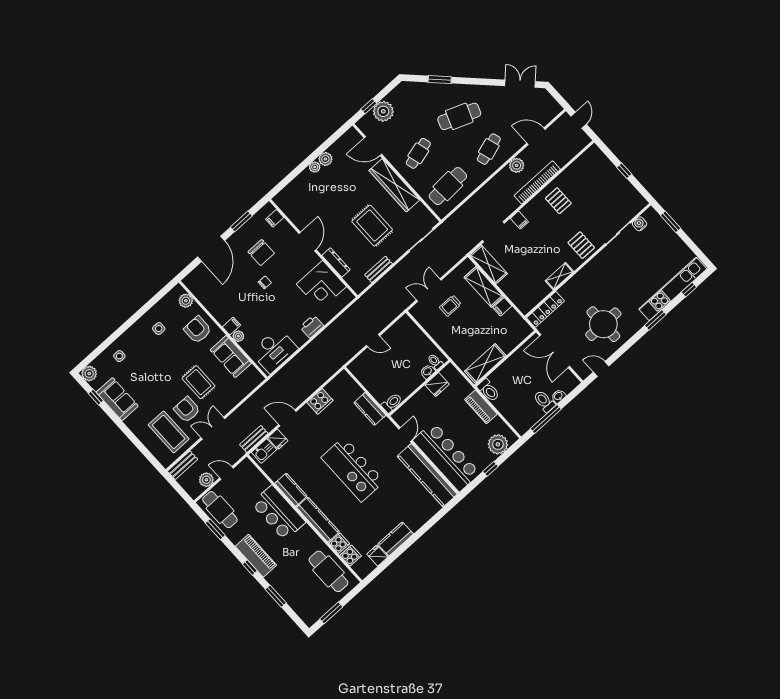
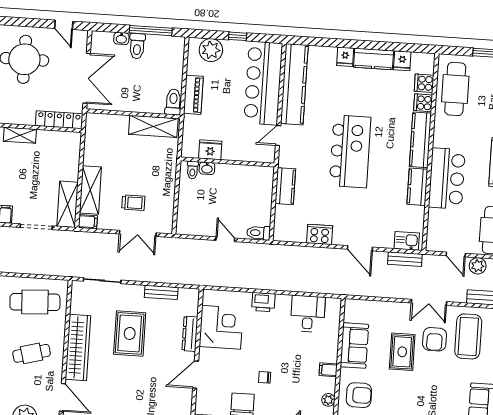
filing cabinet: (502, 307) -> (88, 222), moved
armchair: (198, 330) -> (359, 395), turned -90
plant: (238, 336) -> (328, 400), moved
desk: (274, 350) -> (308, 314), width x0.73
toilet: (392, 403) -> (258, 233), moved
fridge: (278, 439) -> (345, 57), moved, turned 180

